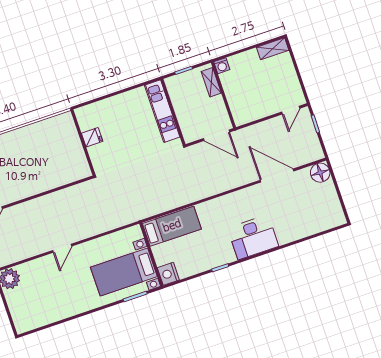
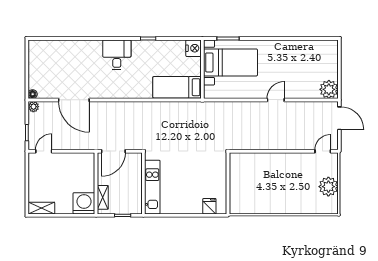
washing machine: (222, 66) -> (84, 203), width x1.89, depth x1.89
door: (216, 135) -> (113, 151), swing flipped
fridge: (92, 137) -> (209, 206), moved, turned 90
plant: (318, 154) -> (33, 107), added
floor lamp: (320, 173) -> (33, 94), width x0.53, depth x0.53
desk: (253, 237) -> (117, 55), width x0.73

